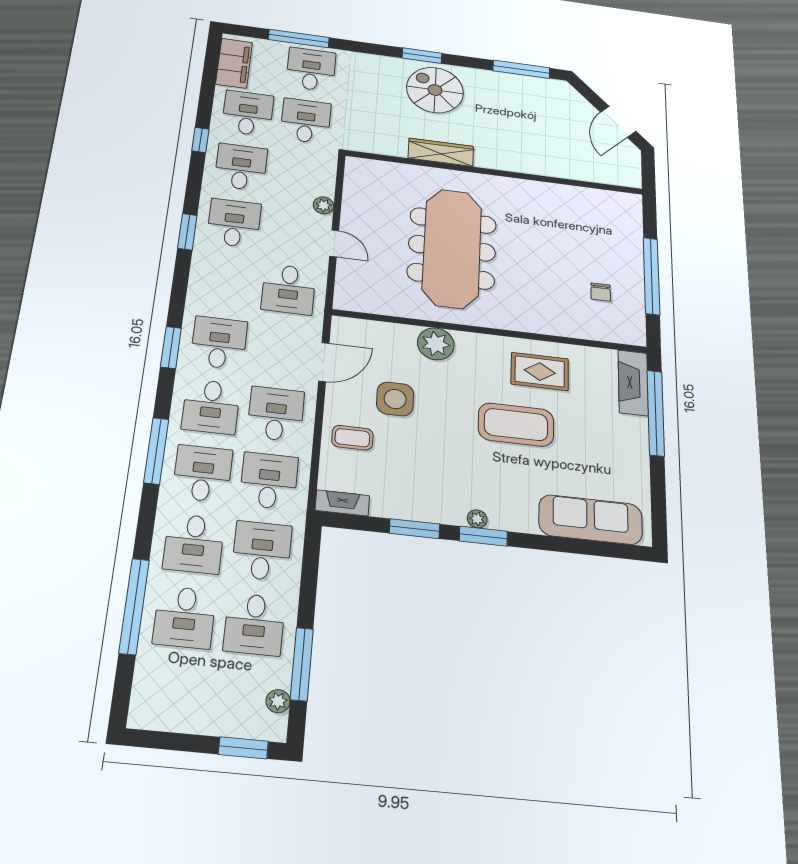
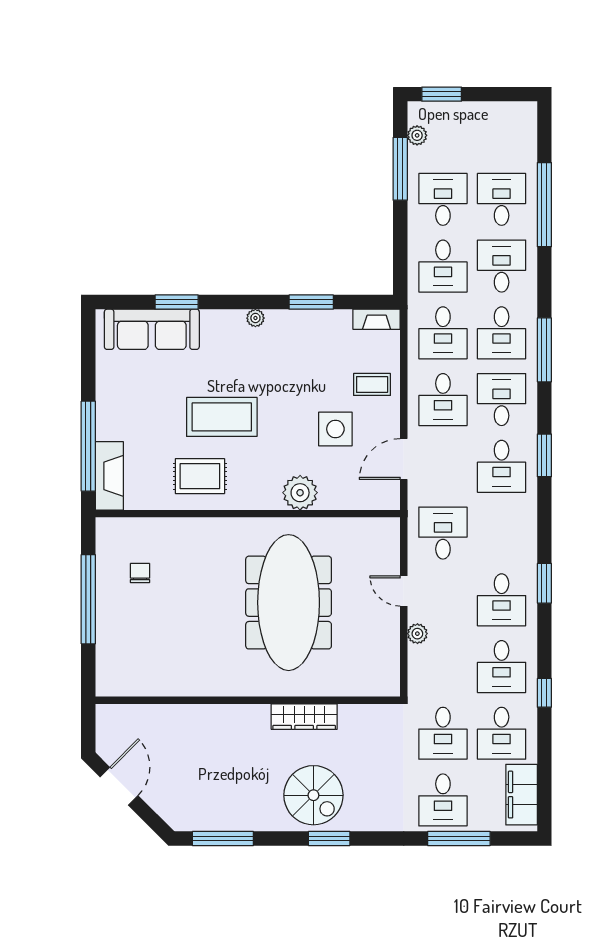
window: (483, 536) -> (177, 302), moved

